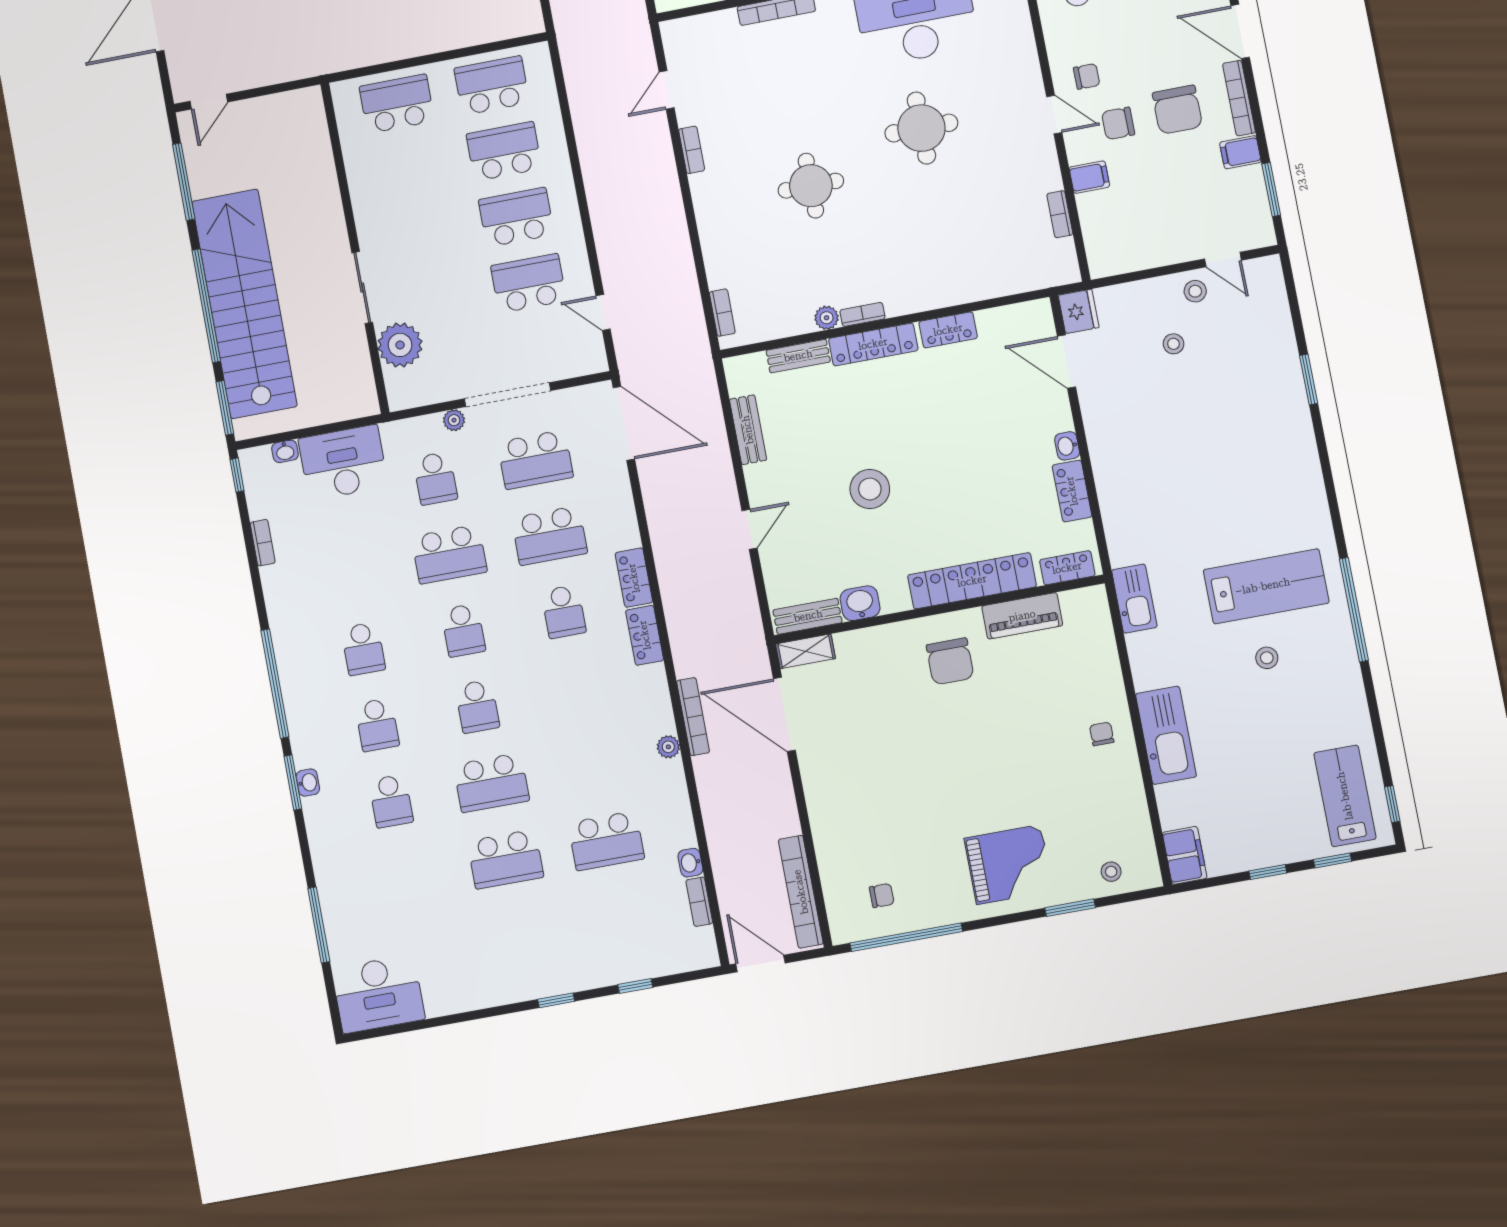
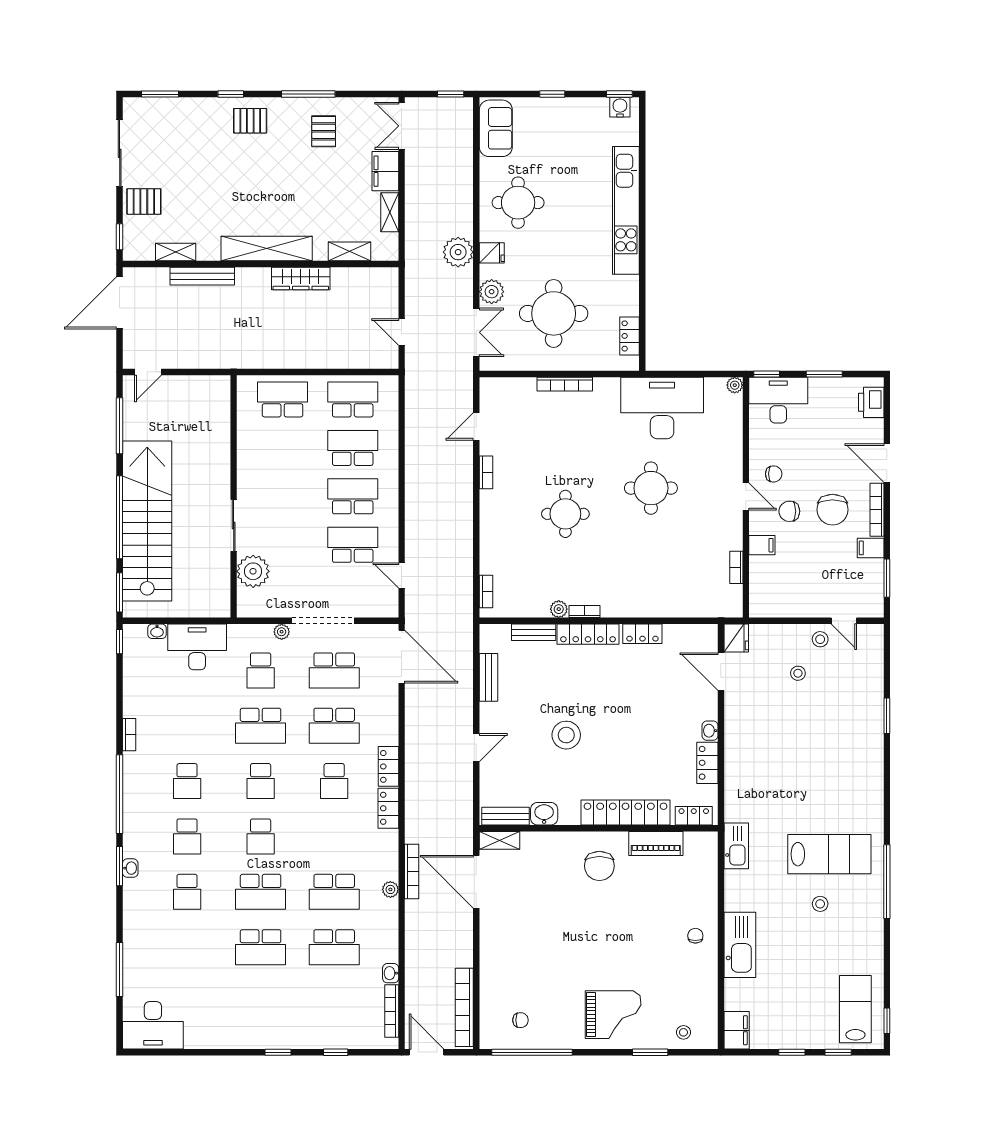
bookcase: (263, 543) -> (129, 735), moved
school desk: (592, 764) -> (334, 892), added
bookcase: (699, 902) -> (392, 1011), width x1.56

